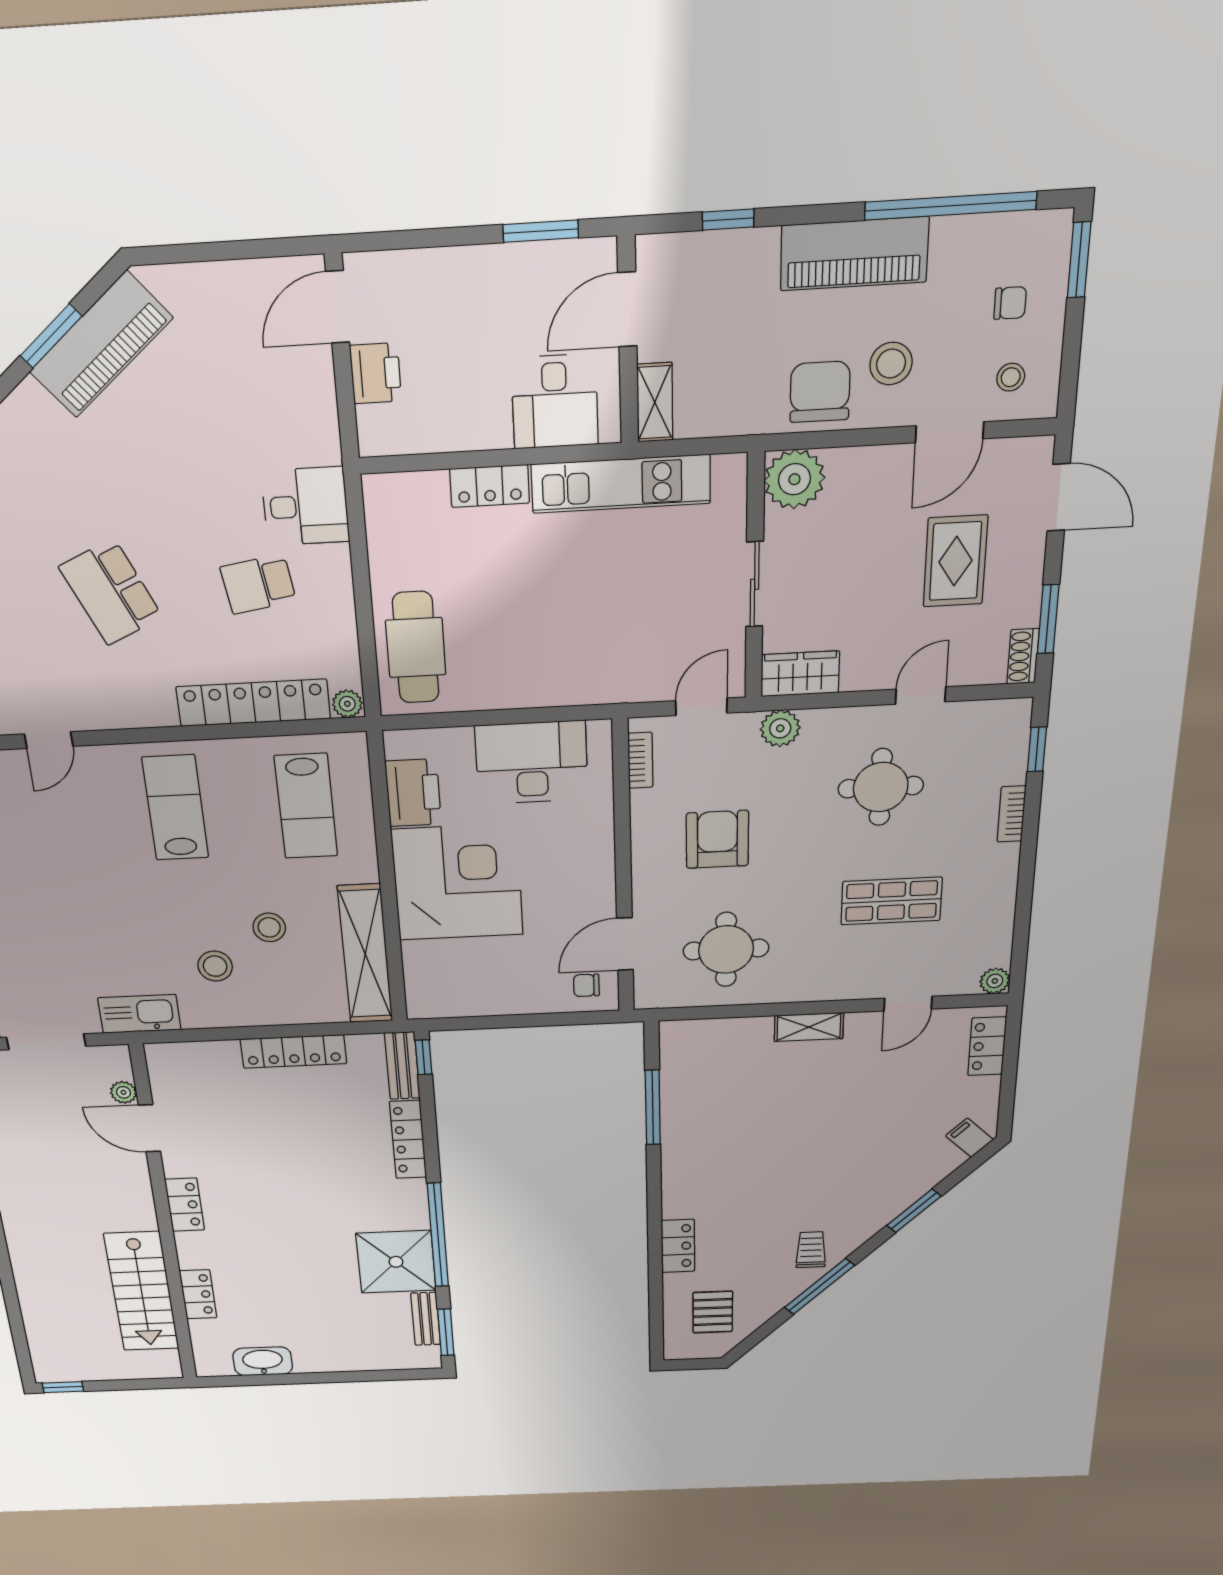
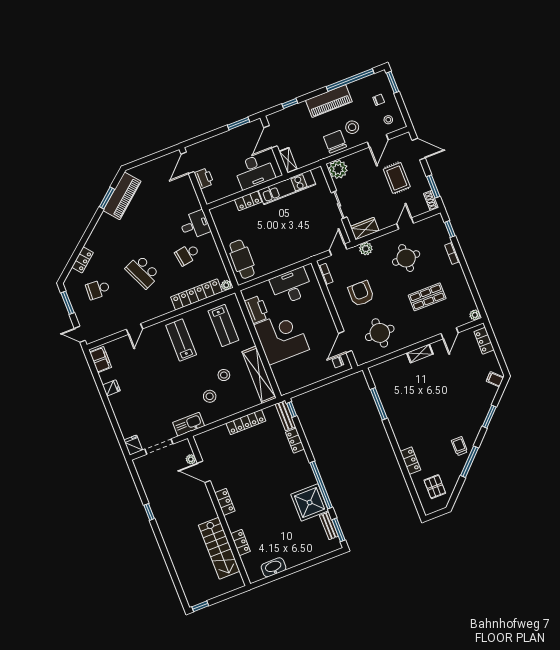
desk: (555, 401) -> (254, 171), width x1.37
locker: (408, 1140) -> (295, 441), width x0.66

